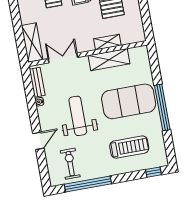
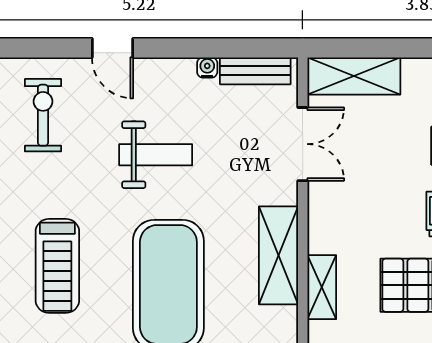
shelving: (107, 42) -> (322, 287), moved
weight bench: (78, 116) -> (156, 155), width x0.73, depth x0.75
exercise bike: (70, 164) -> (43, 115), turned -90

